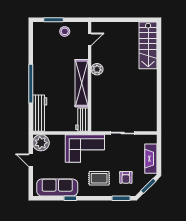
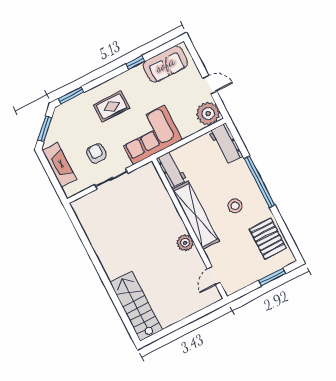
stool: (65, 31) -> (235, 206), moved
pallet: (44, 45) -> (268, 238), added
workbench: (40, 113) -> (226, 144), width x0.73
armchair: (126, 177) -> (96, 153), moved
sofa: (57, 187) -> (165, 64), width x0.73

